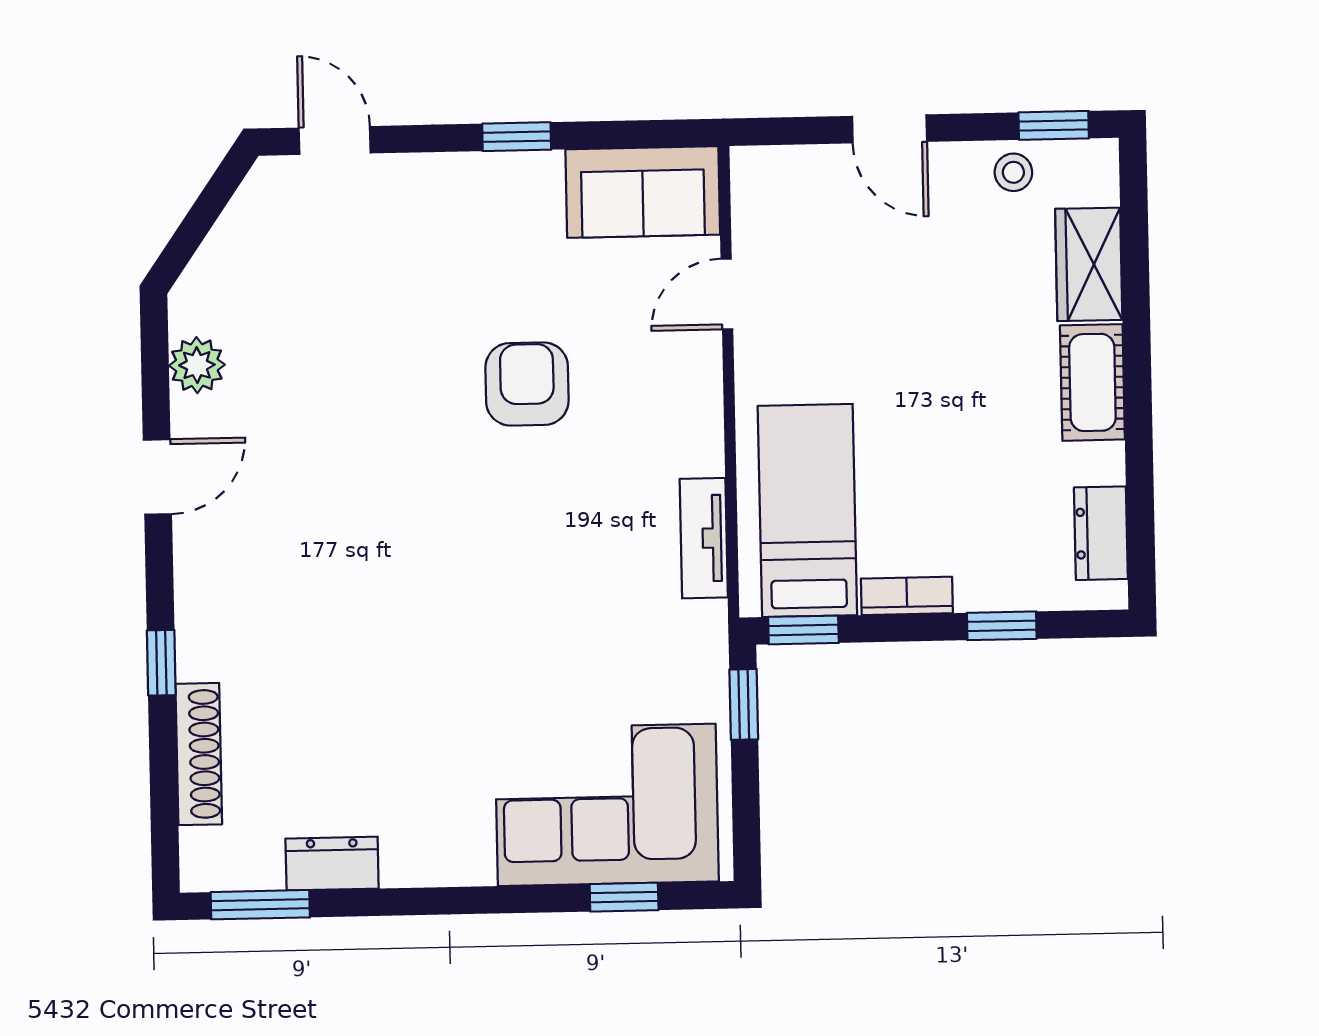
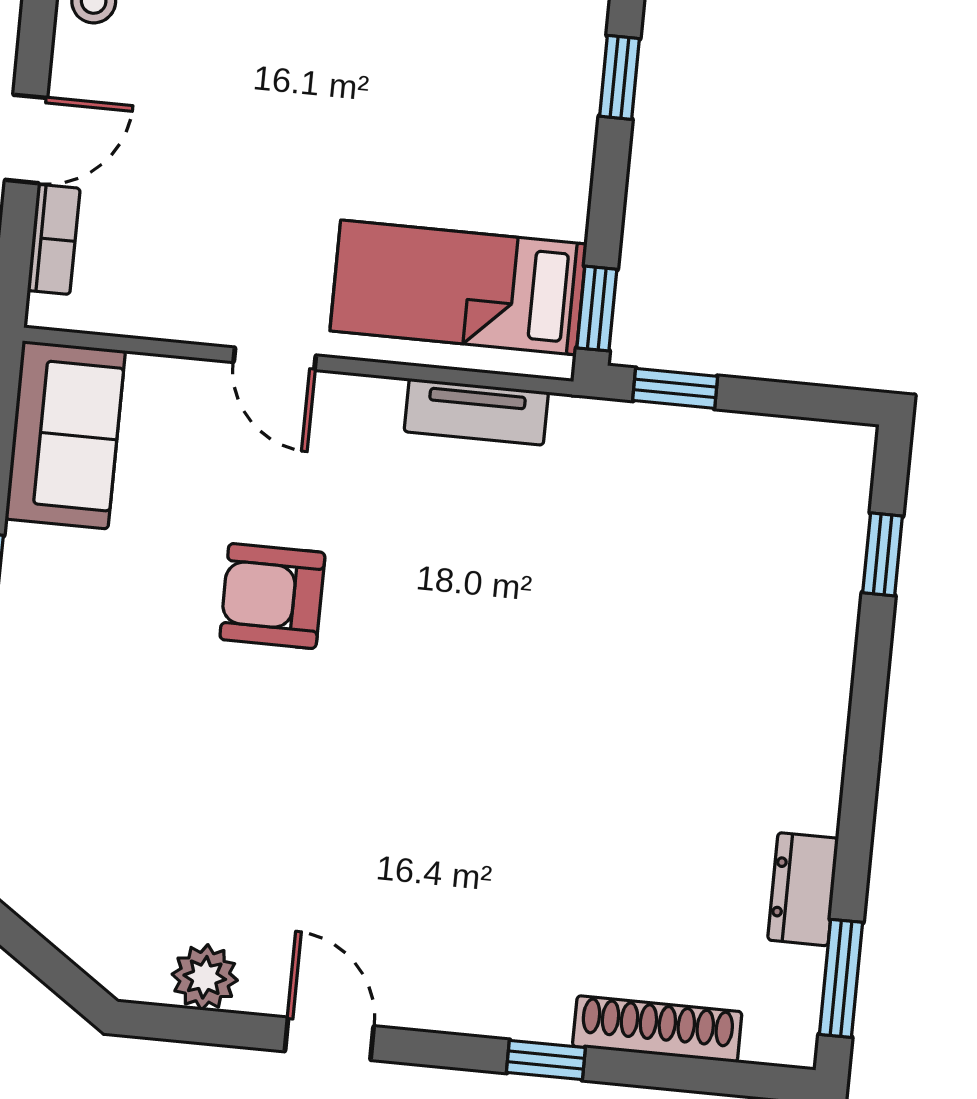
door: (727, 294) -> (275, 359), moved
bookcase: (907, 596) -> (54, 239), moved, turned 180
corner sofa: (607, 805) -> (773, 562), removed

